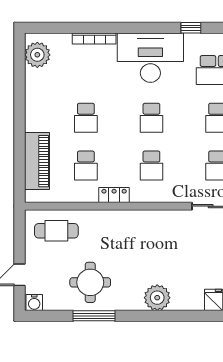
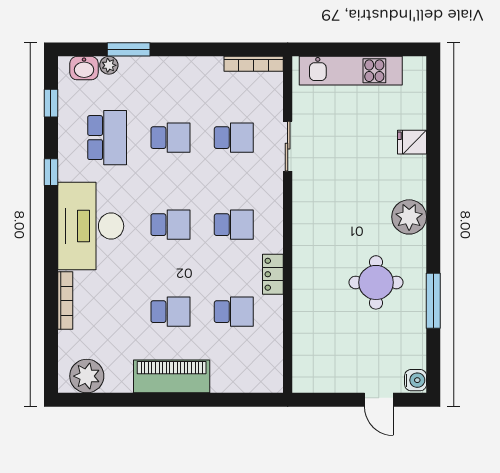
piano: (37, 161) -> (172, 376), moved
cafe table: (56, 231) -> (320, 351), removed
round table: (90, 282) -> (376, 282), moved

